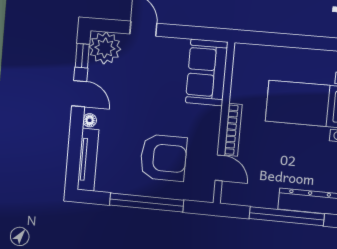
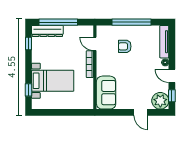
armchair: (163, 158) -> (125, 46), width x0.53, depth x0.53

